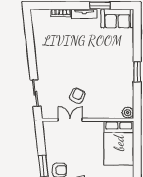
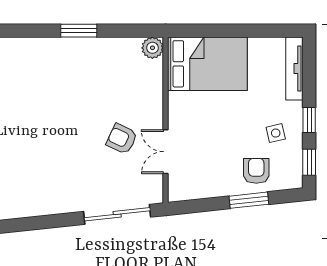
sliding door: (35, 93) -> (117, 214), width x1.37

